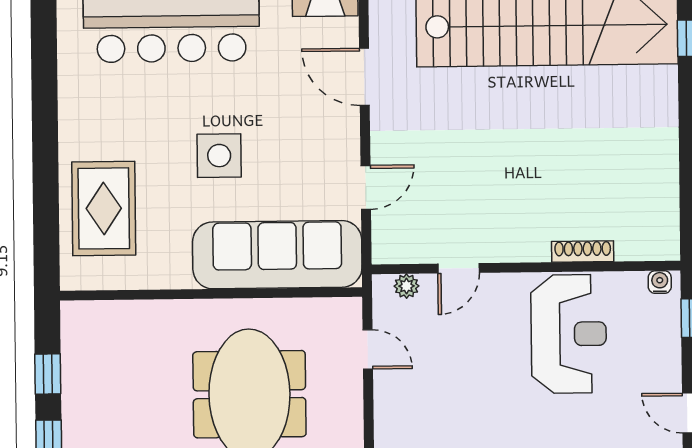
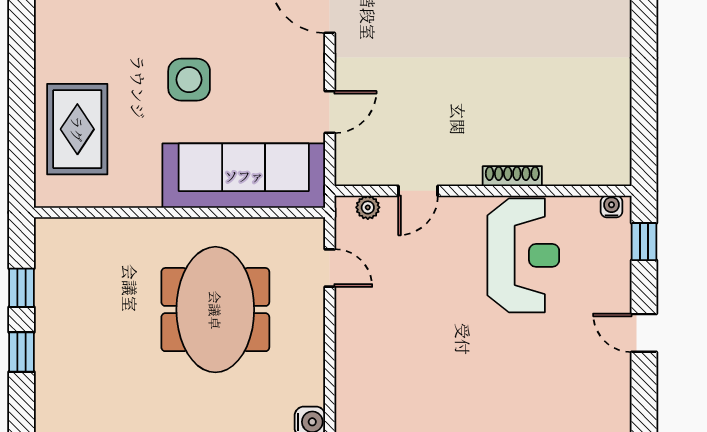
shoe rack: (583, 251) -> (512, 176), moved

